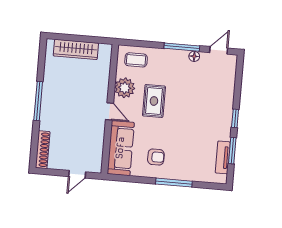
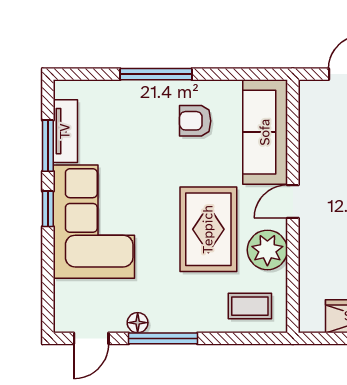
rug: (154, 101) -> (208, 229), width x1.36, depth x1.43
corner sofa: (212, 110) -> (94, 222), added
door: (110, 111) -> (293, 201), hinge flipped

